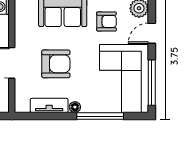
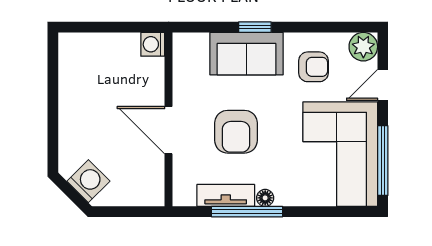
armchair: (56, 64) -> (236, 132), turned 90
window: (100, 116) -> (247, 212), moved

